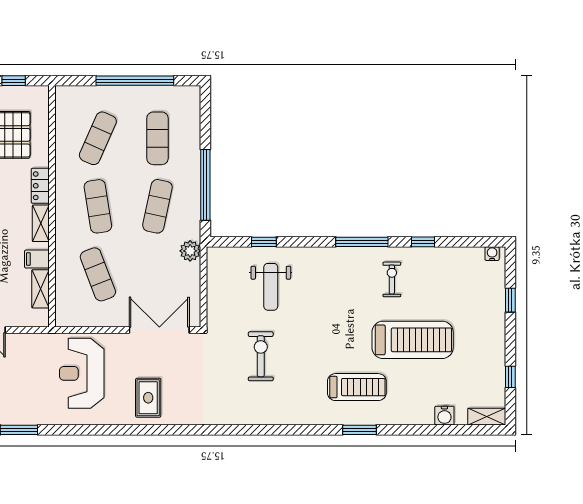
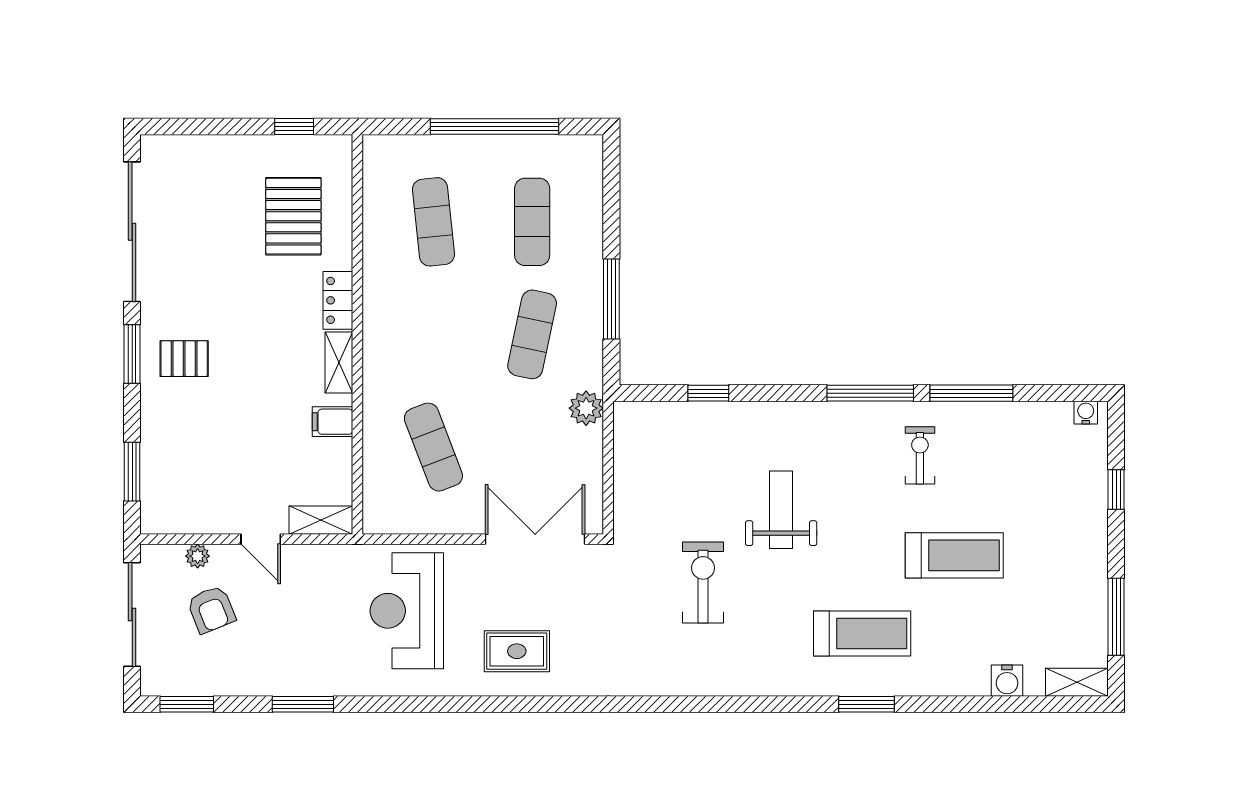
exercise mat: (98, 138) -> (433, 222), turned -30
window: (205, 185) -> (611, 299), width x0.68
exercise mat: (98, 206) -> (433, 334), removed
window: (423, 242) -> (971, 393), width x2.17
weight bench: (271, 287) -> (781, 510), moved, turned 180
shelving: (40, 289) -> (321, 520), moved, turned 90
treadmill: (413, 340) -> (954, 555), width x0.73, depth x0.73
window: (510, 377) -> (1116, 617), width x2.17
rug: (148, 398) -> (517, 651), turned 90

